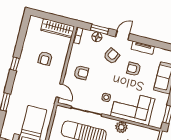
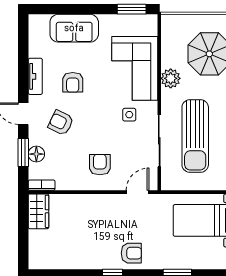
wardrobe: (58, 28) -> (39, 211), width x0.67
armchair: (45, 58) -> (131, 253), moved

